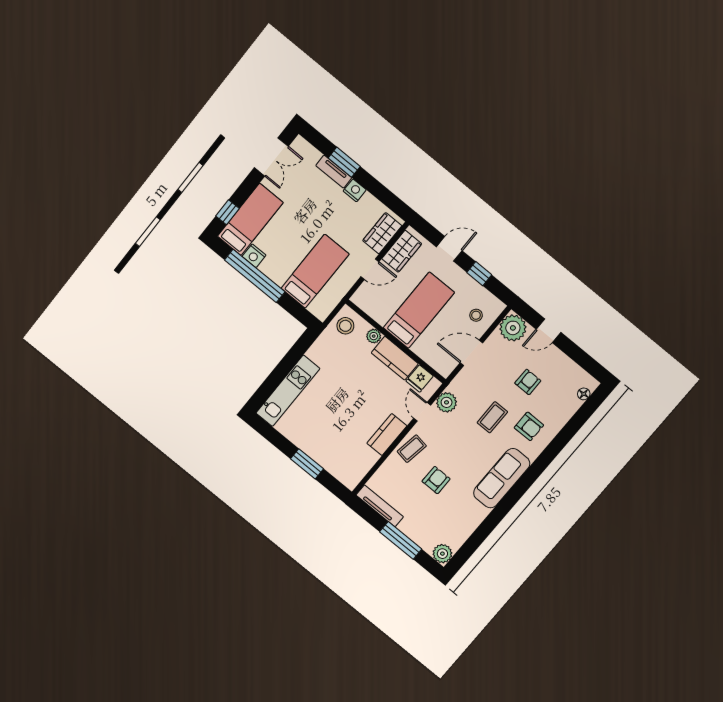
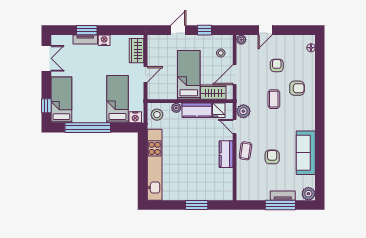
wardrobe: (402, 251) -> (213, 92), moved, turned -90
nightstand: (254, 256) -> (135, 117), moved
plant: (513, 328) -> (241, 40), width x0.53, depth x0.53
kitchen unit: (288, 391) -> (155, 165), width x1.36
sofa: (502, 478) -> (306, 153), moved
tv unit: (380, 506) -> (283, 196), moved, width x0.71

